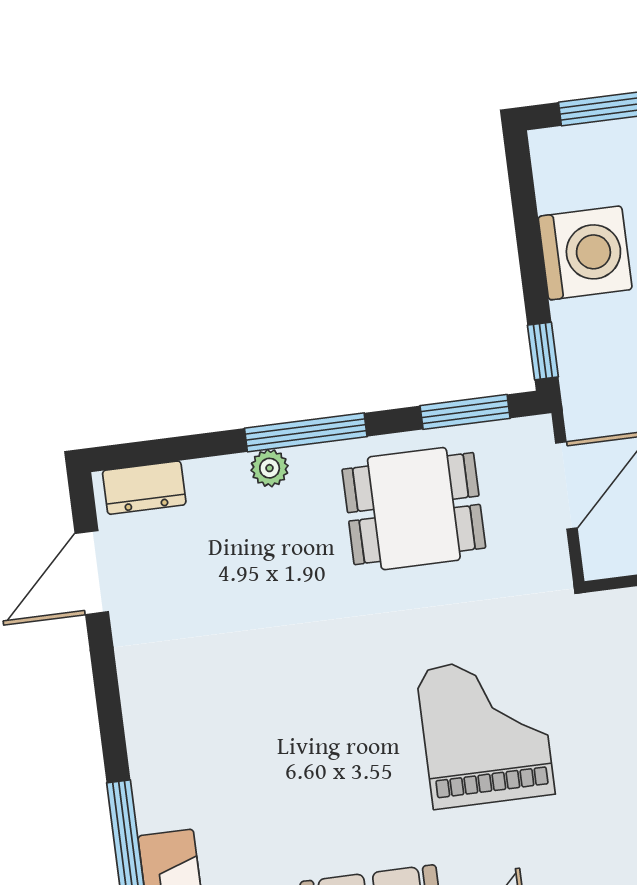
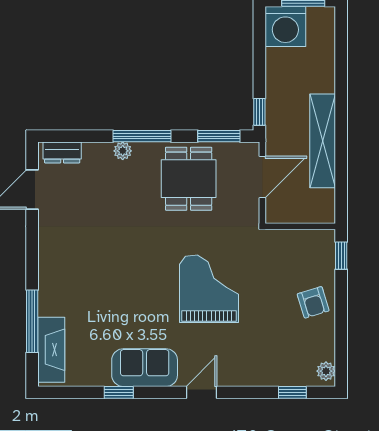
washing machine: (585, 253) -> (285, 26), moved, turned 90
dining table: (414, 509) -> (189, 179), turned 90

